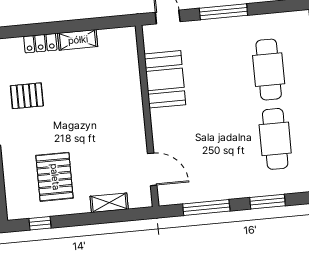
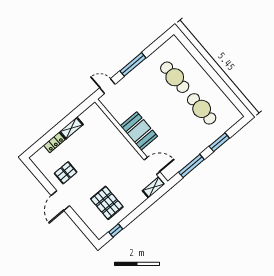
booth: (165, 79) -> (139, 131), moved
shelving: (109, 203) -> (154, 187), moved

